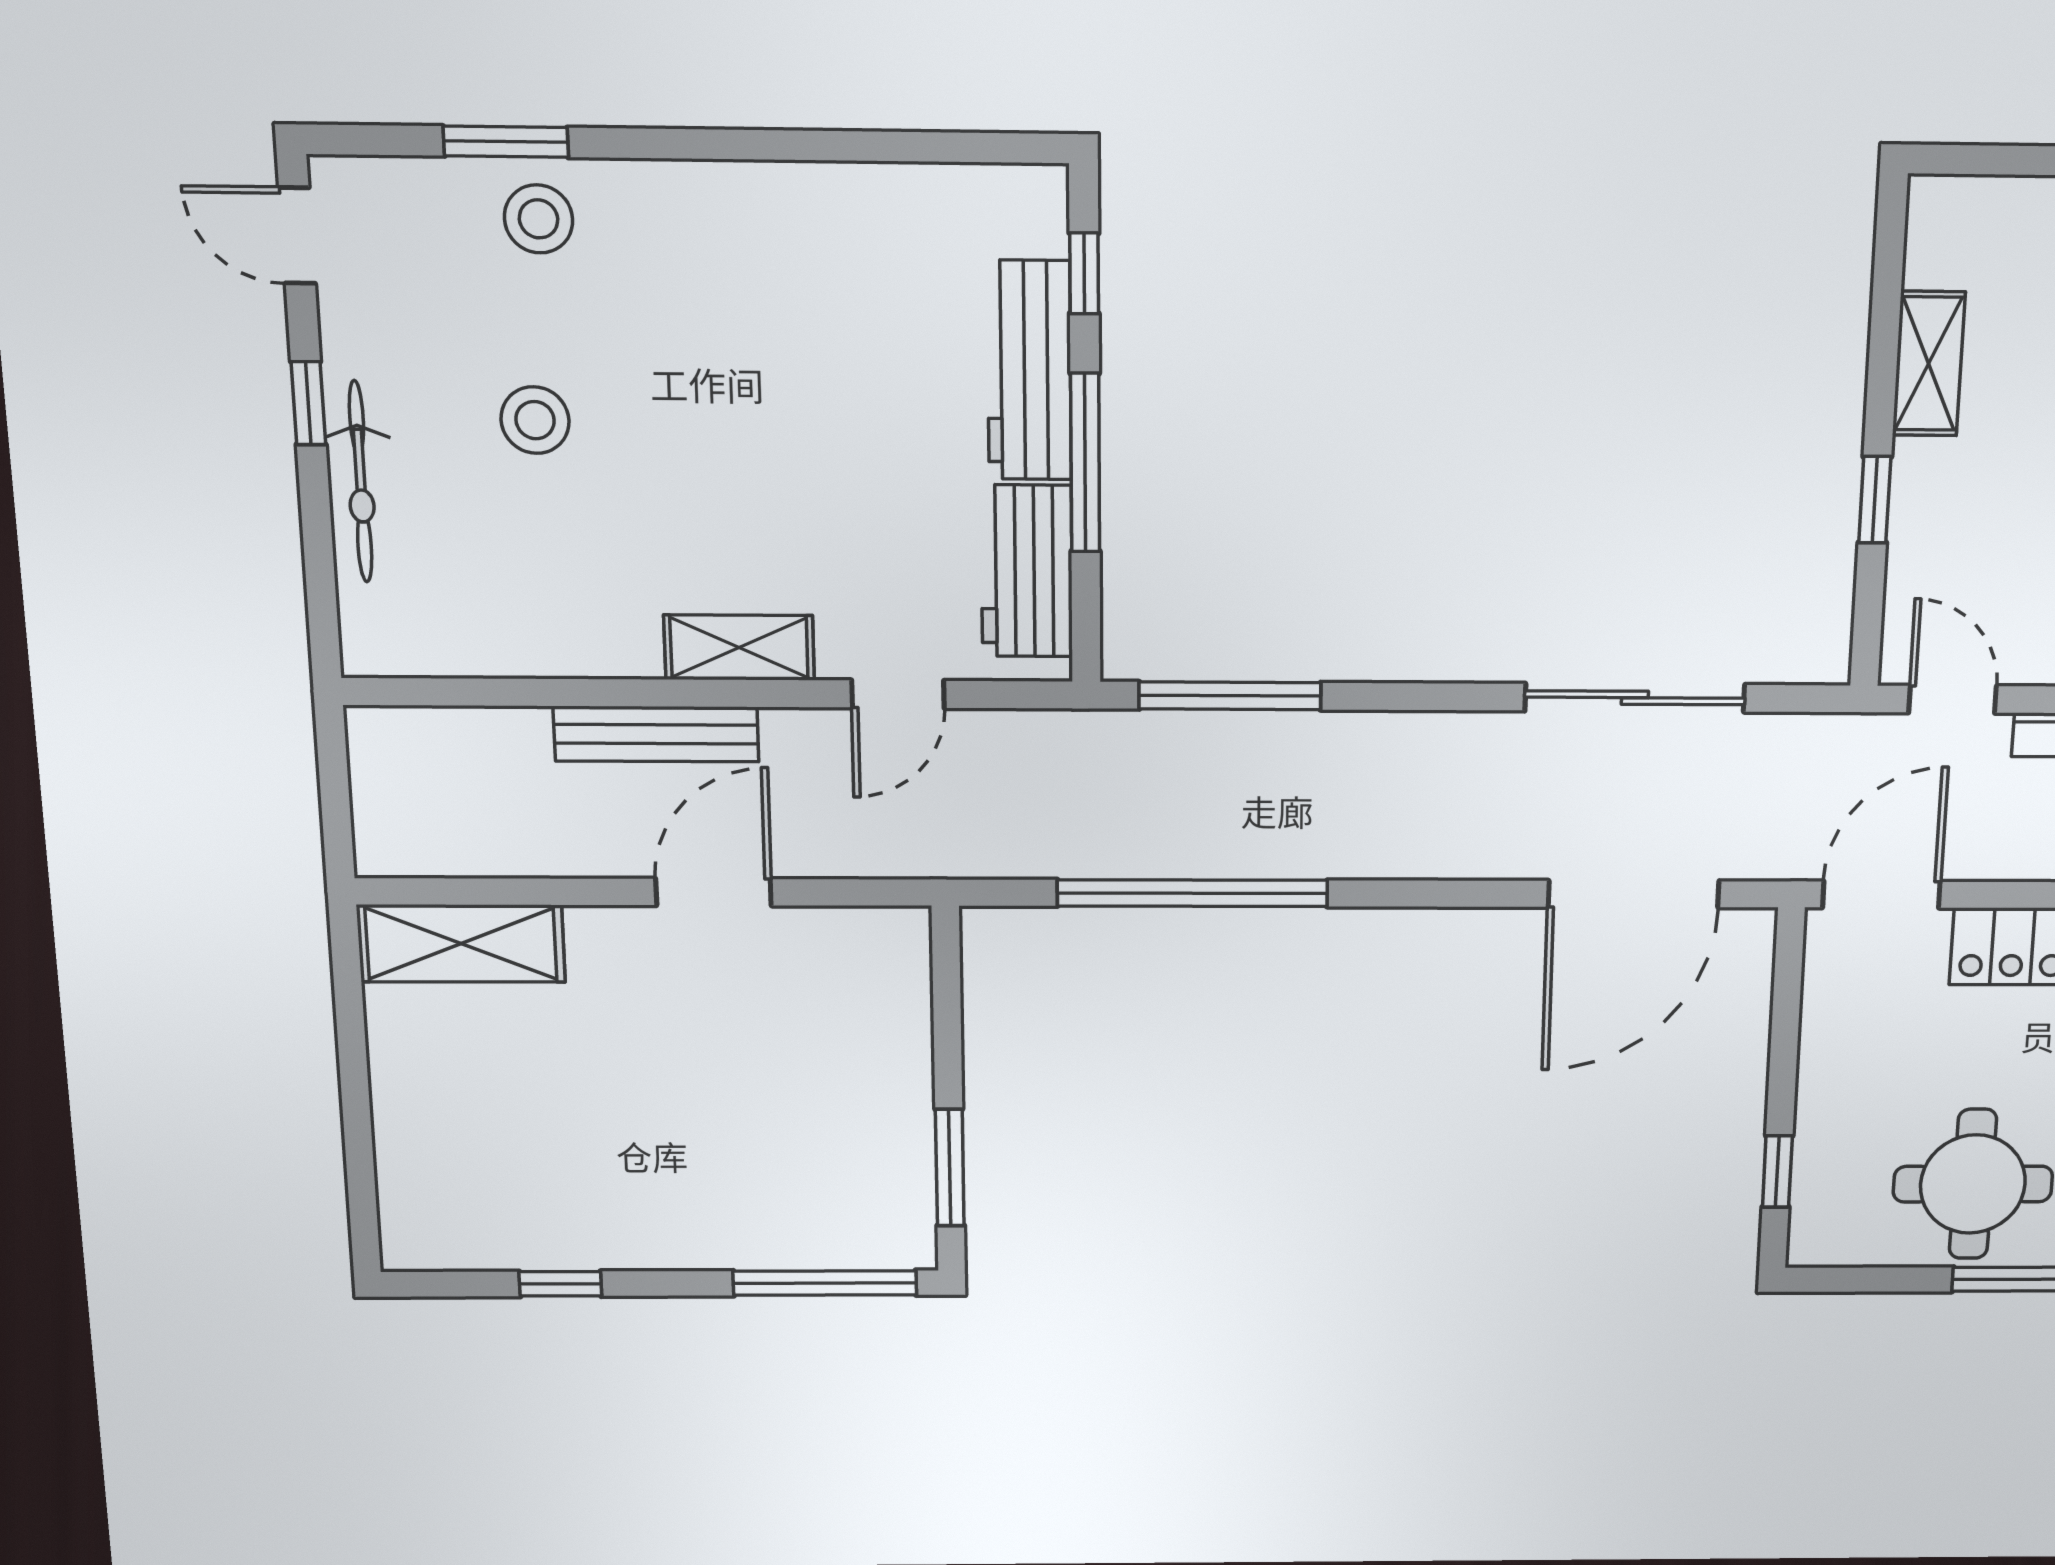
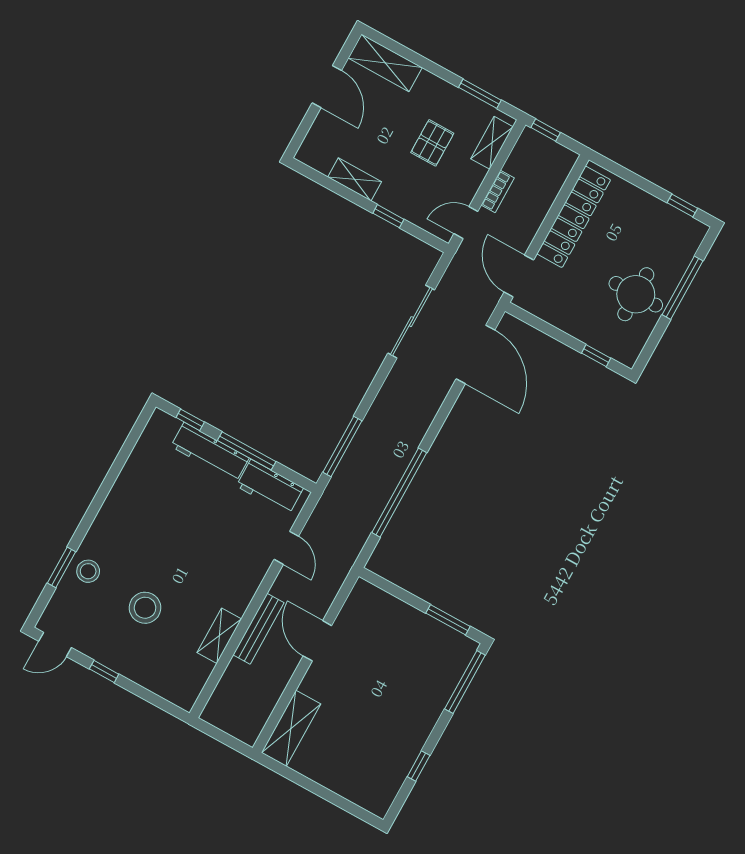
stool: (535, 420) -> (145, 608), width x1.38, depth x1.38
bicycle: (361, 482) -> (135, 671), removed
shelving: (739, 648) -> (219, 636), moved

